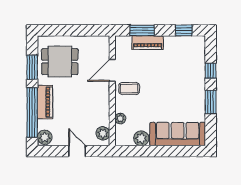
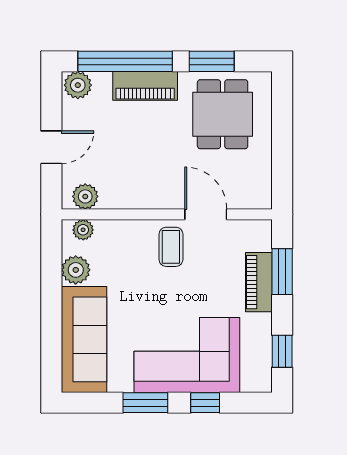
corner sofa: (186, 80) -> (187, 355), added
plant: (120, 119) -> (83, 230), moved

